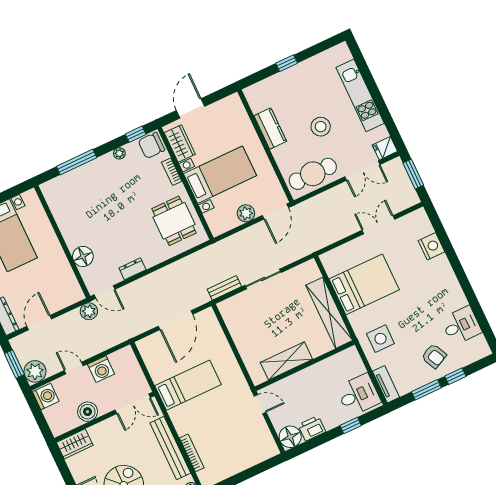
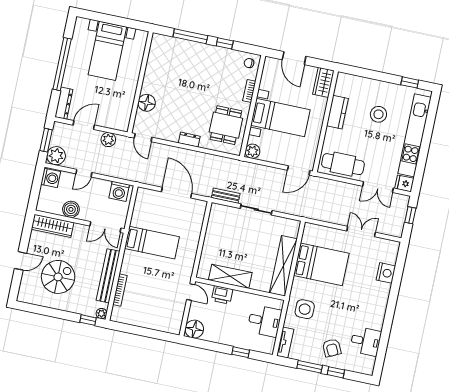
window: (287, 63) -> (410, 82), moved
kitchen unit: (360, 95) -> (414, 135), width x1.36
door: (191, 108) -> (294, 58), swing flipped
stool: (321, 127) -> (378, 114), moved
window: (136, 134) -> (225, 43), moved
wardrobe: (180, 143) -> (323, 82), moved, turned 180
chair: (151, 145) -> (249, 63), width x0.54, depth x0.54
plant: (119, 153) -> (223, 52), removed
window: (413, 174) -> (410, 215), width x0.67
plant: (246, 213) -> (252, 151), moved
dresser: (132, 269) -> (189, 140), moved
plant: (89, 311) -> (108, 140), moved
door: (176, 320) -> (177, 193), swing flipped
door: (74, 368) -> (84, 173), swing flipped
washing machine: (101, 369) -> (119, 191), moved
desk: (358, 395) -> (264, 321), moved
printer: (312, 428) -> (222, 295), moved, turned 180
wardrobe: (75, 444) -> (53, 226), width x1.50

